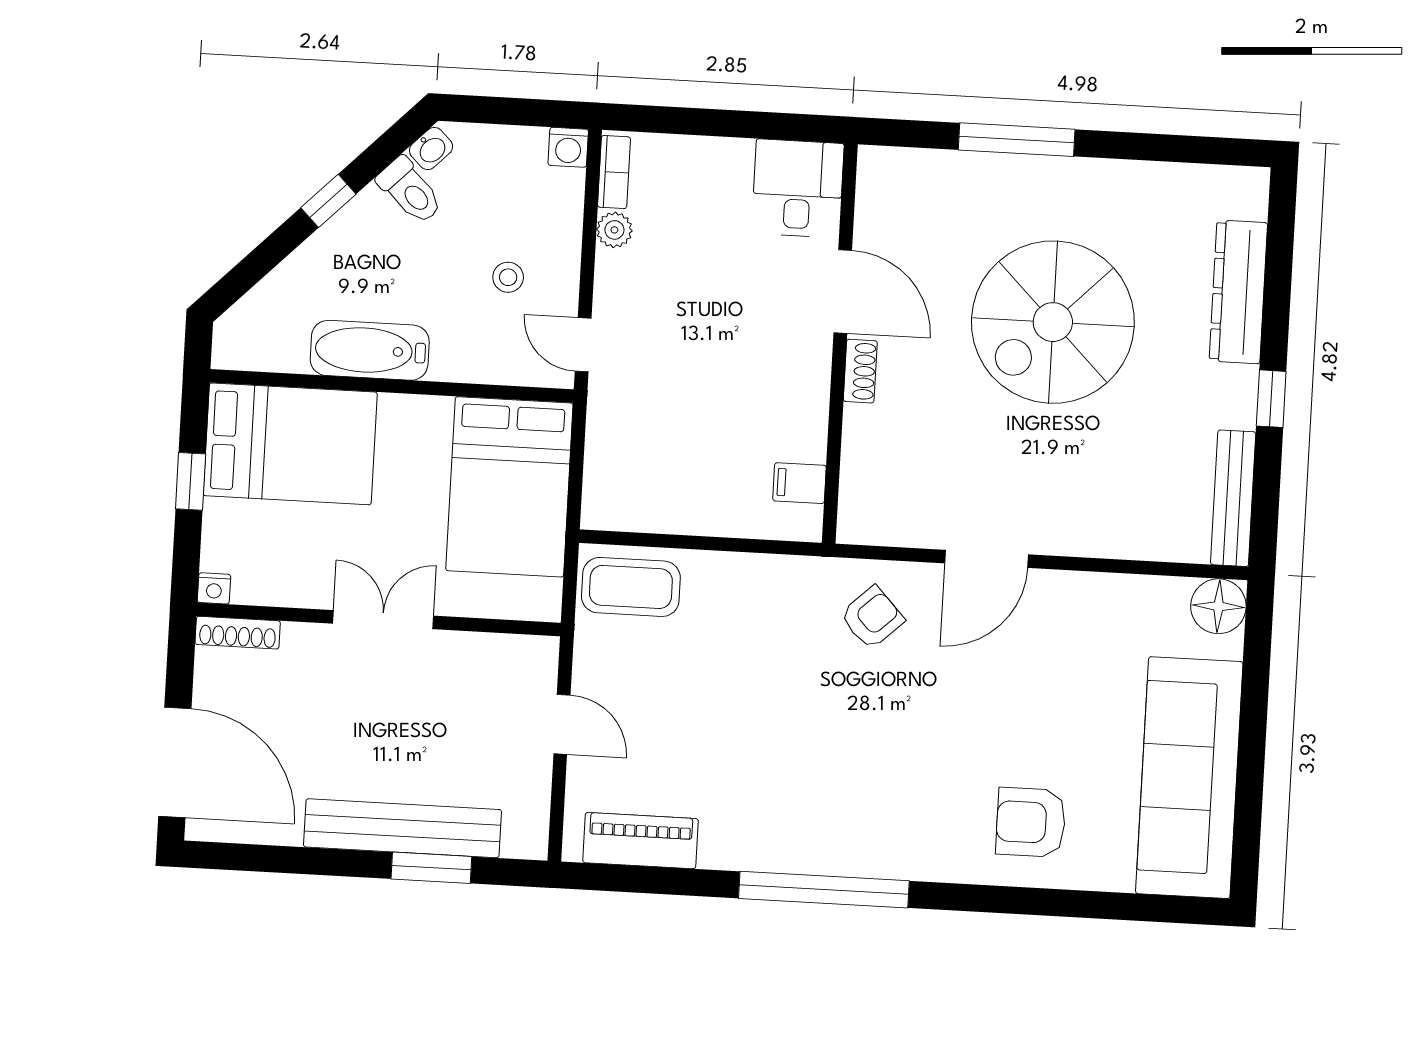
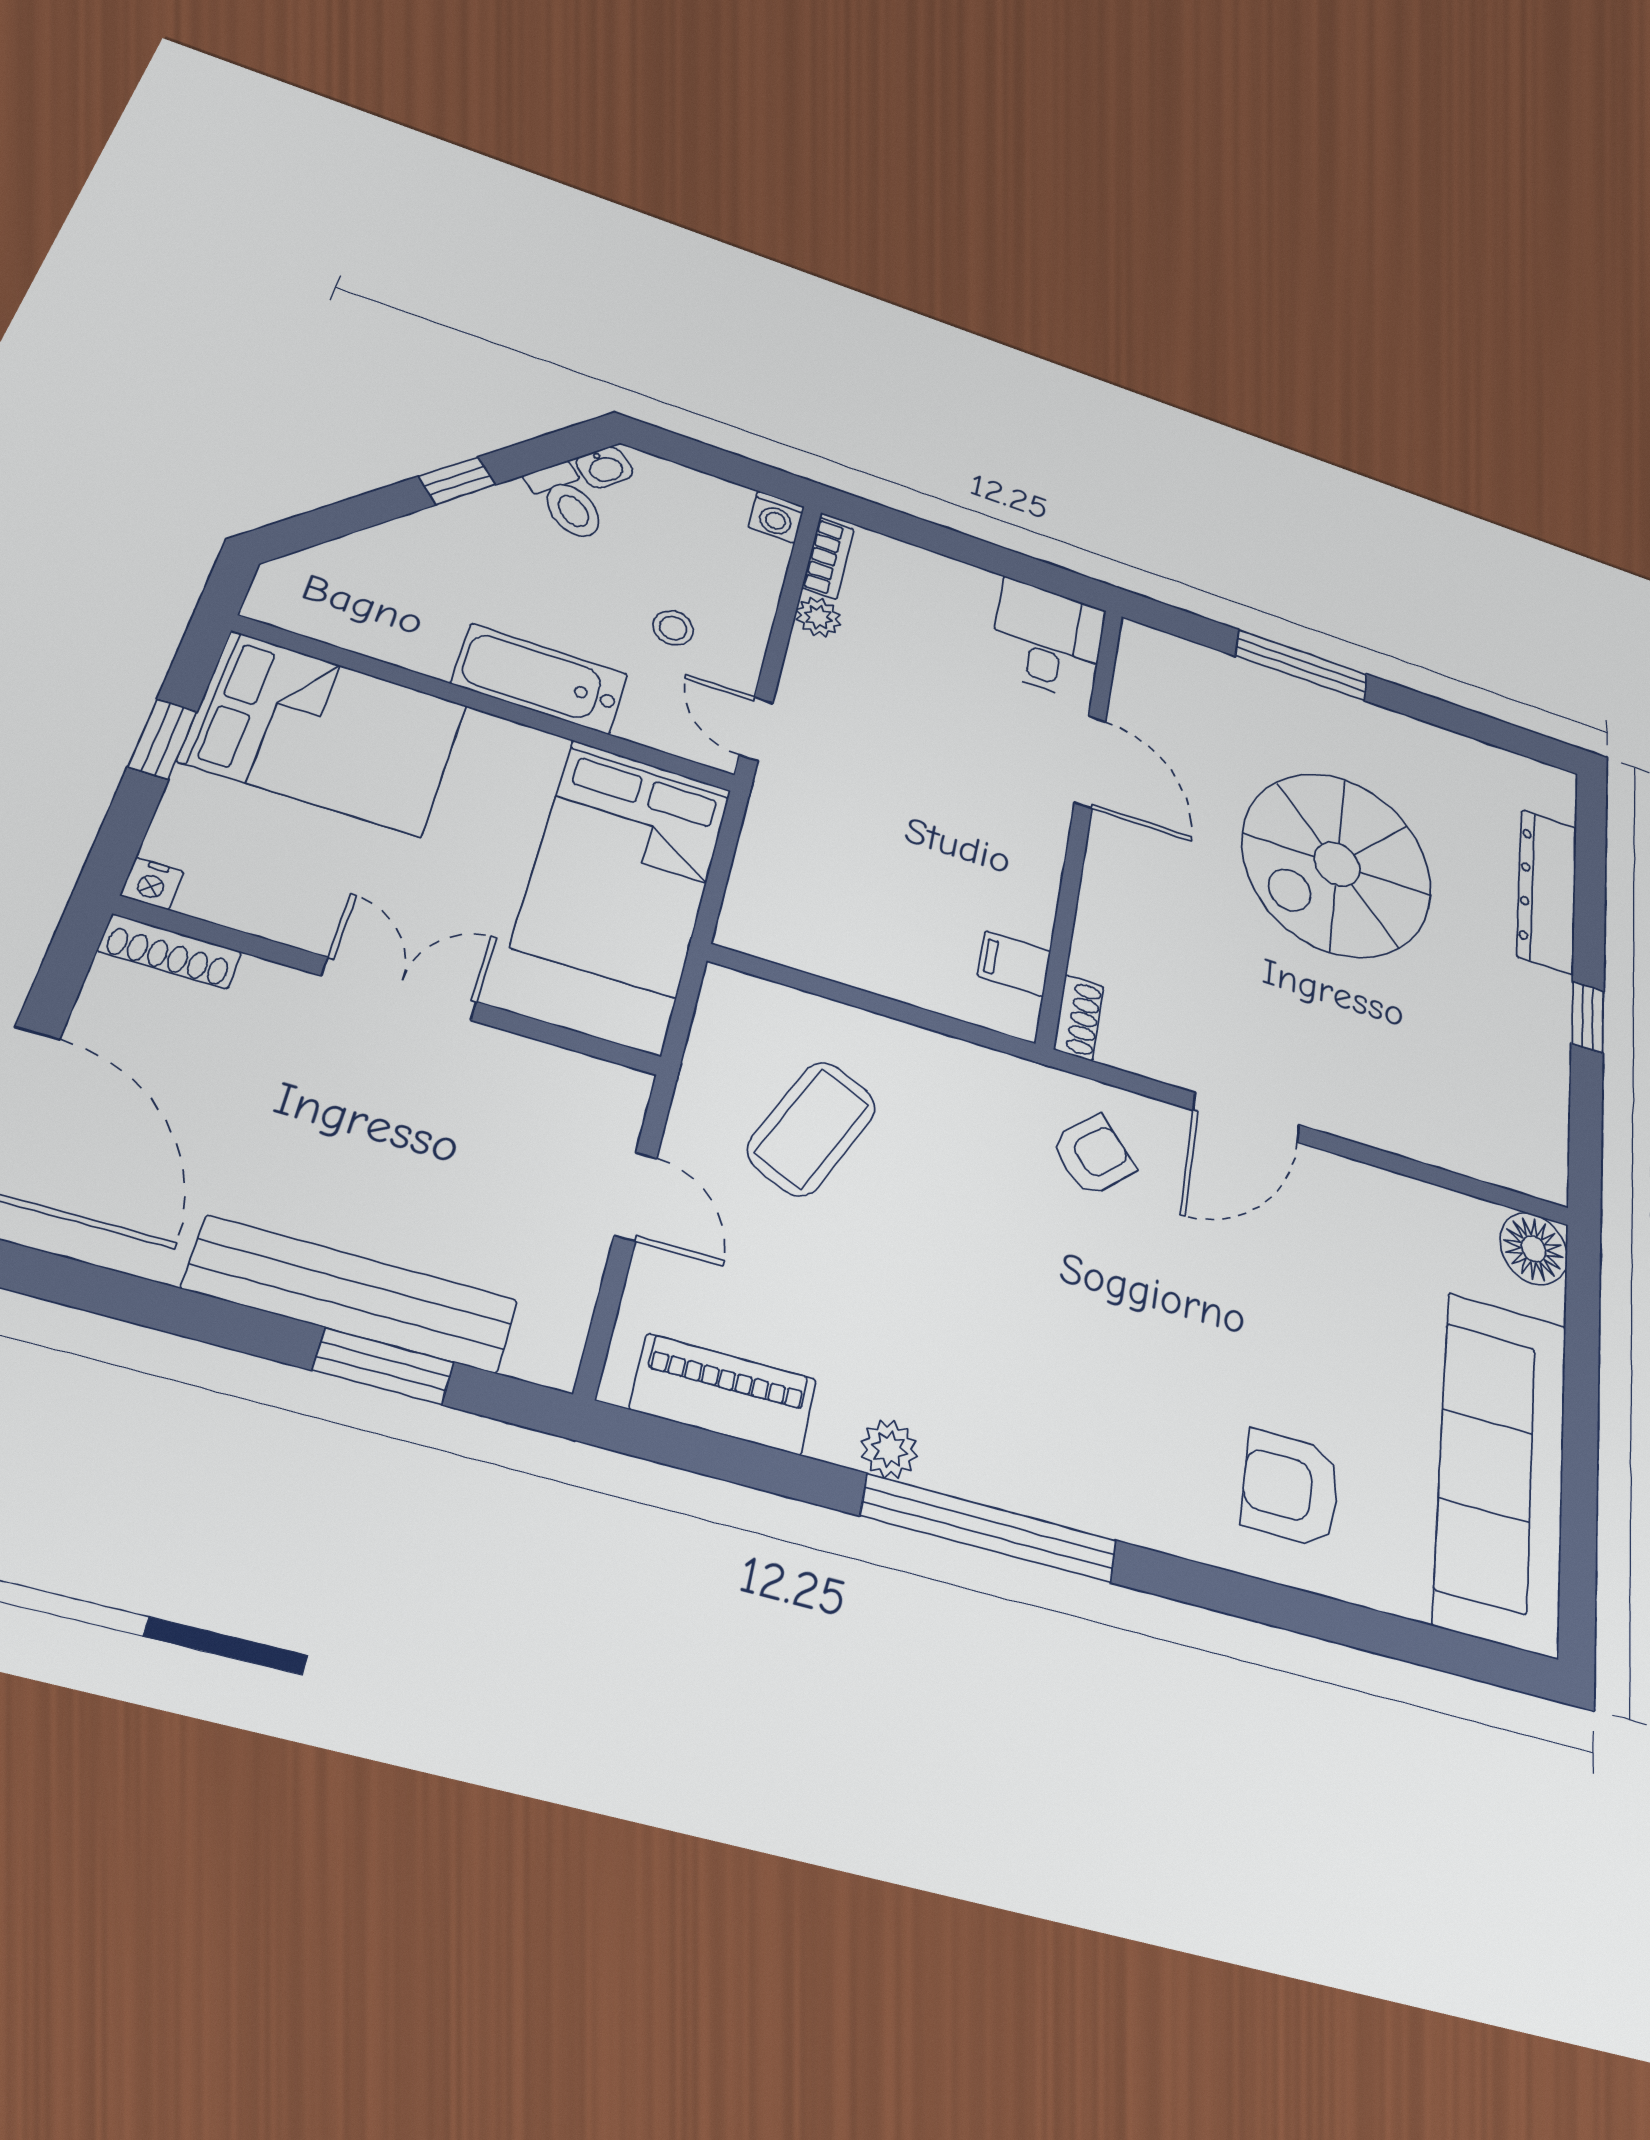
bathtub: (370, 350) -> (540, 679), moved
shoe rack: (860, 371) -> (1079, 1018), moved
bench: (1233, 498) -> (1548, 1121), removed
coffee table: (631, 587) -> (812, 1128), moved, turned -66
plant: (752, 853) -> (889, 1449), added

